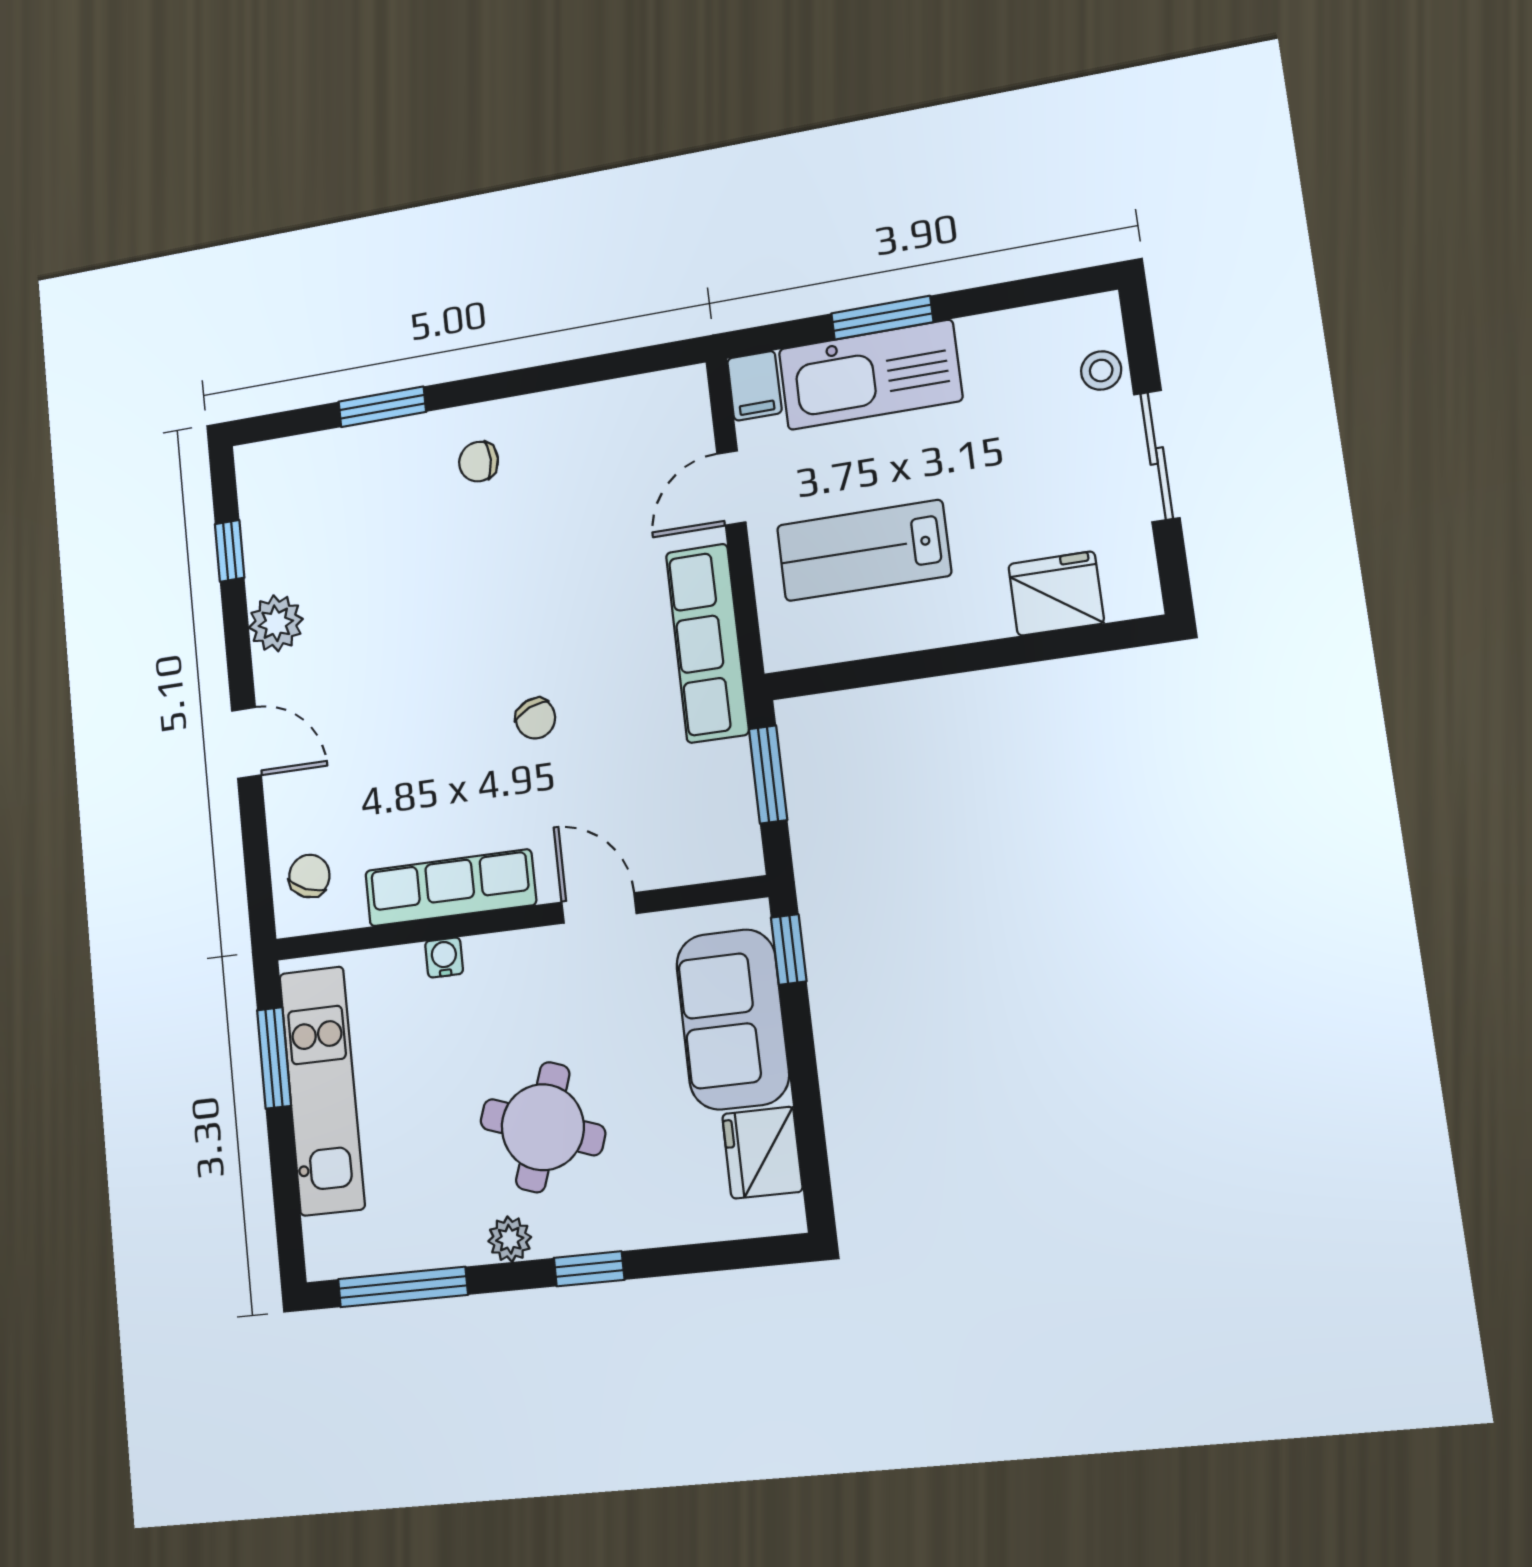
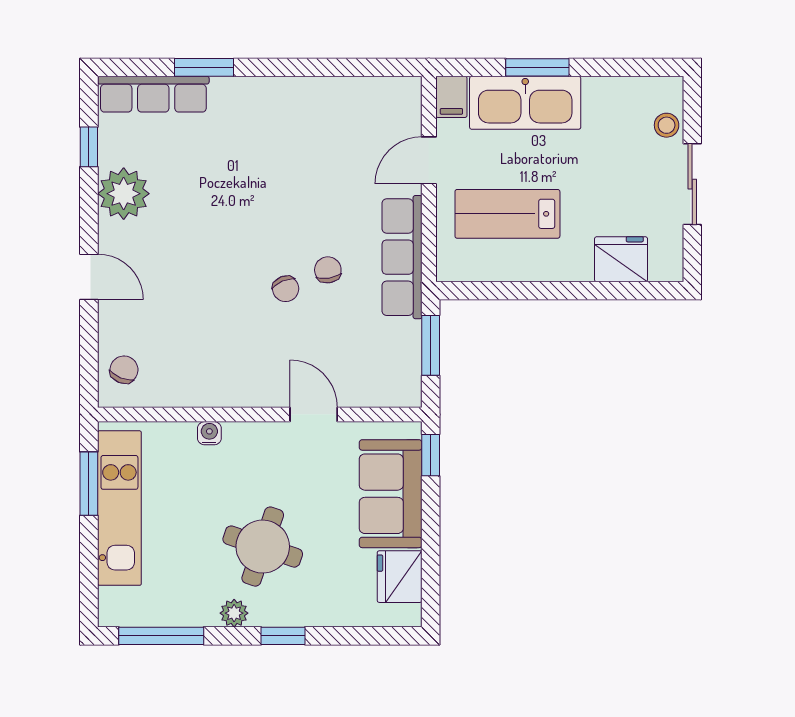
chair: (479, 462) -> (328, 270), moved, turned 81
plant: (276, 623) -> (124, 194), width x1.36, depth x1.36
row of seats: (450, 888) -> (153, 94), moved, turned 180

